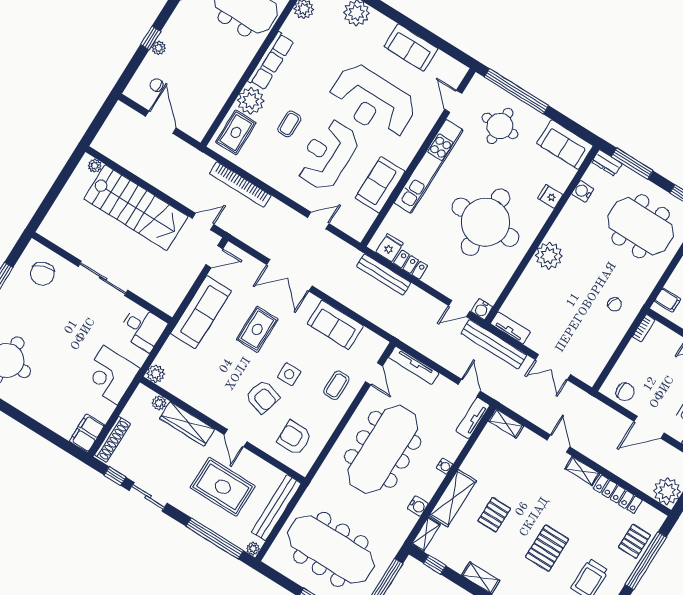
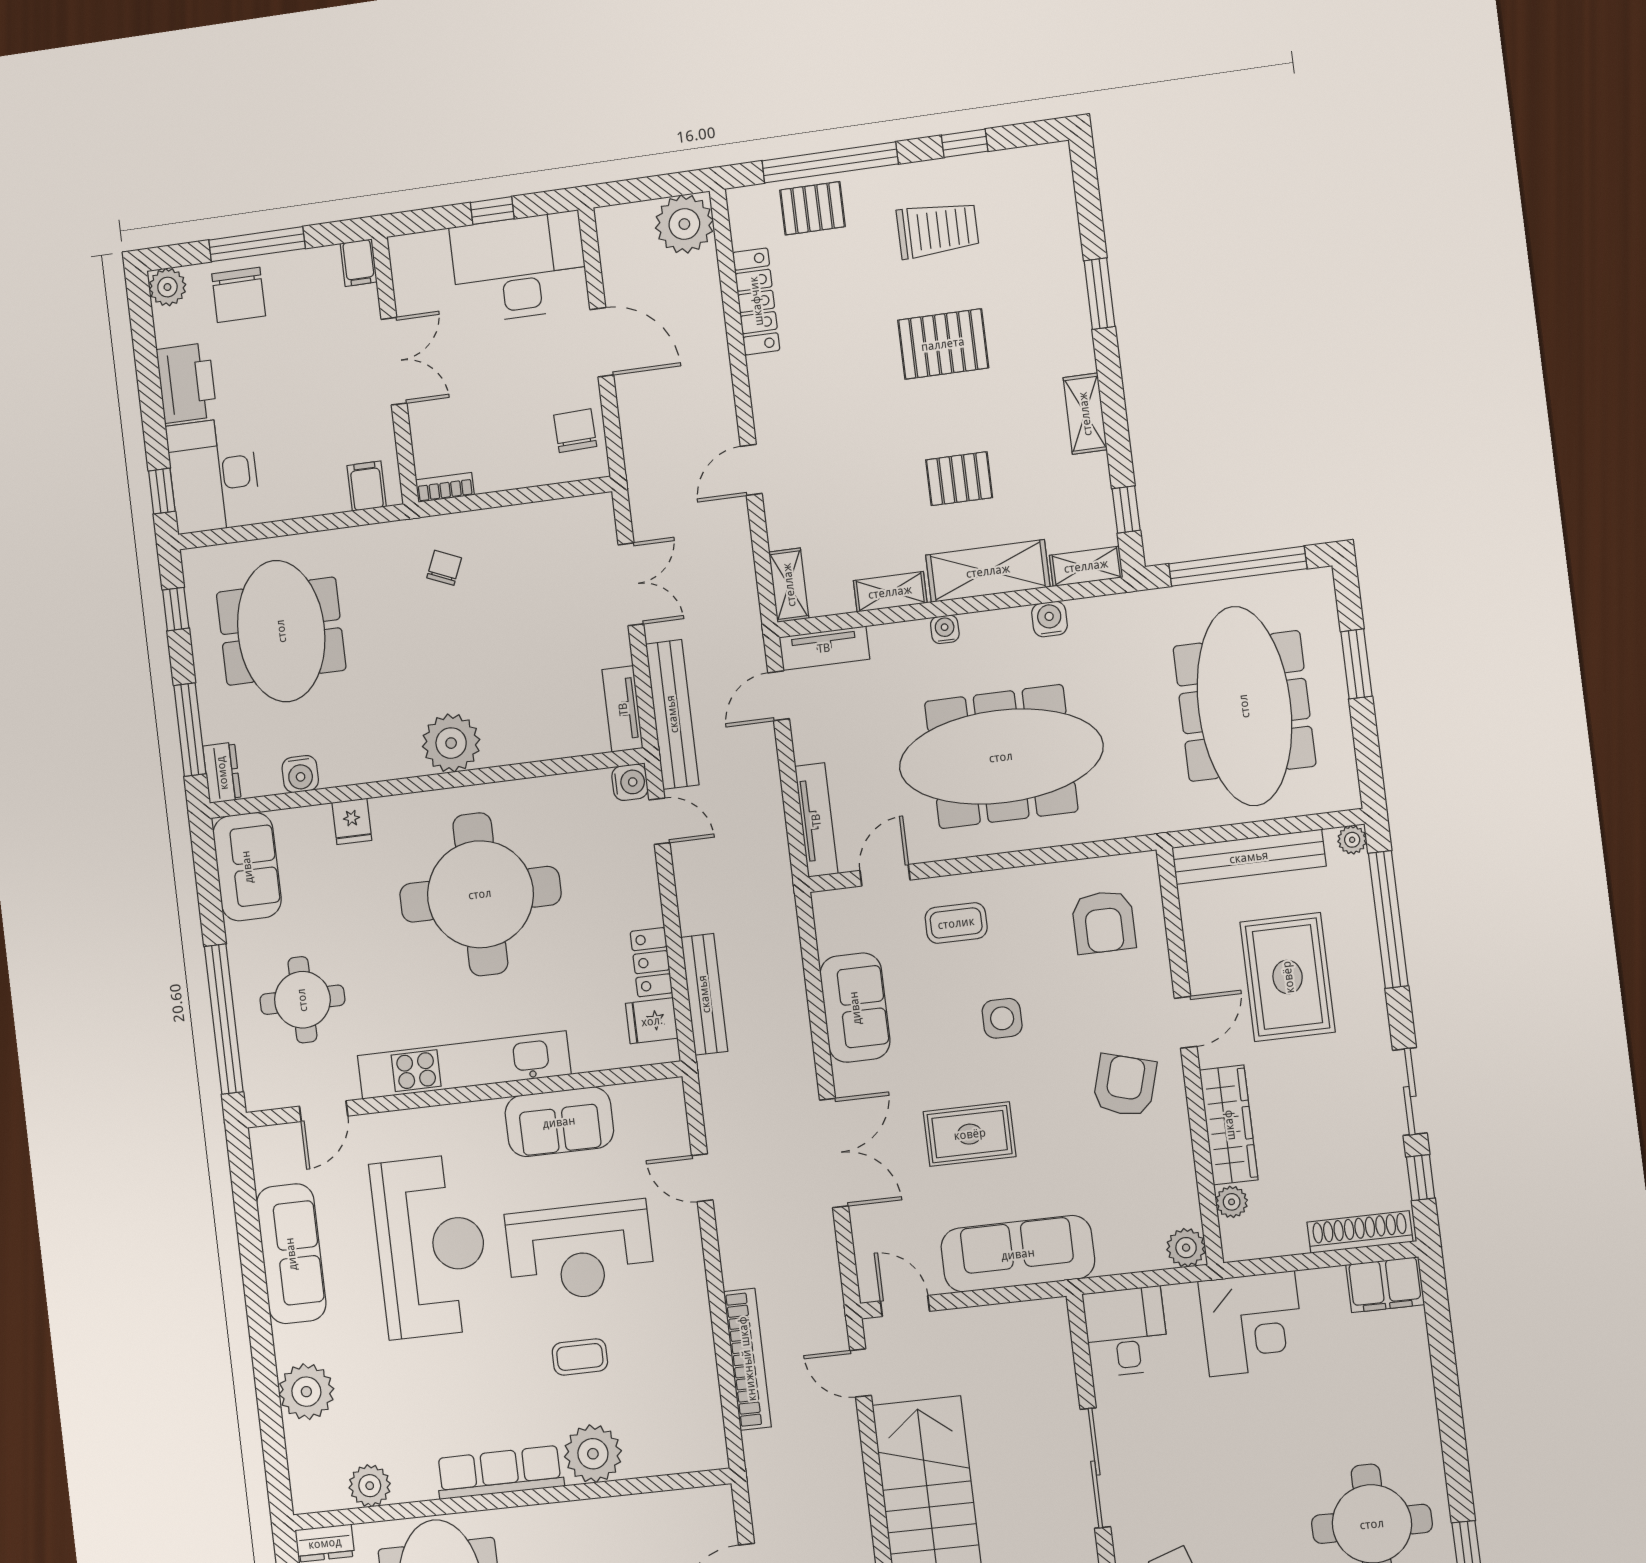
sofa: (411, 48) -> (291, 1254), width x1.36
rug: (236, 132) -> (666, 1437), removed
armchair: (263, 397) -> (1125, 1085), moved
shelving: (582, 471) -> (890, 592), moved, turned 90

